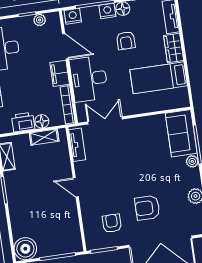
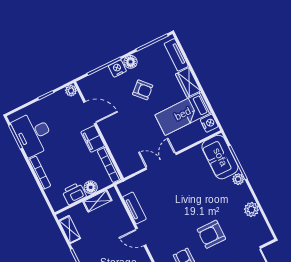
nightstand: (73, 16) -> (209, 123), moved, turned 90
plant: (40, 20) -> (71, 91), moved
armchair: (126, 41) -> (143, 90), turned -43
desk: (89, 79) -> (121, 135), removed
double door: (105, 120) -> (161, 161), moved
tv unit: (77, 145) -> (134, 208), moved

